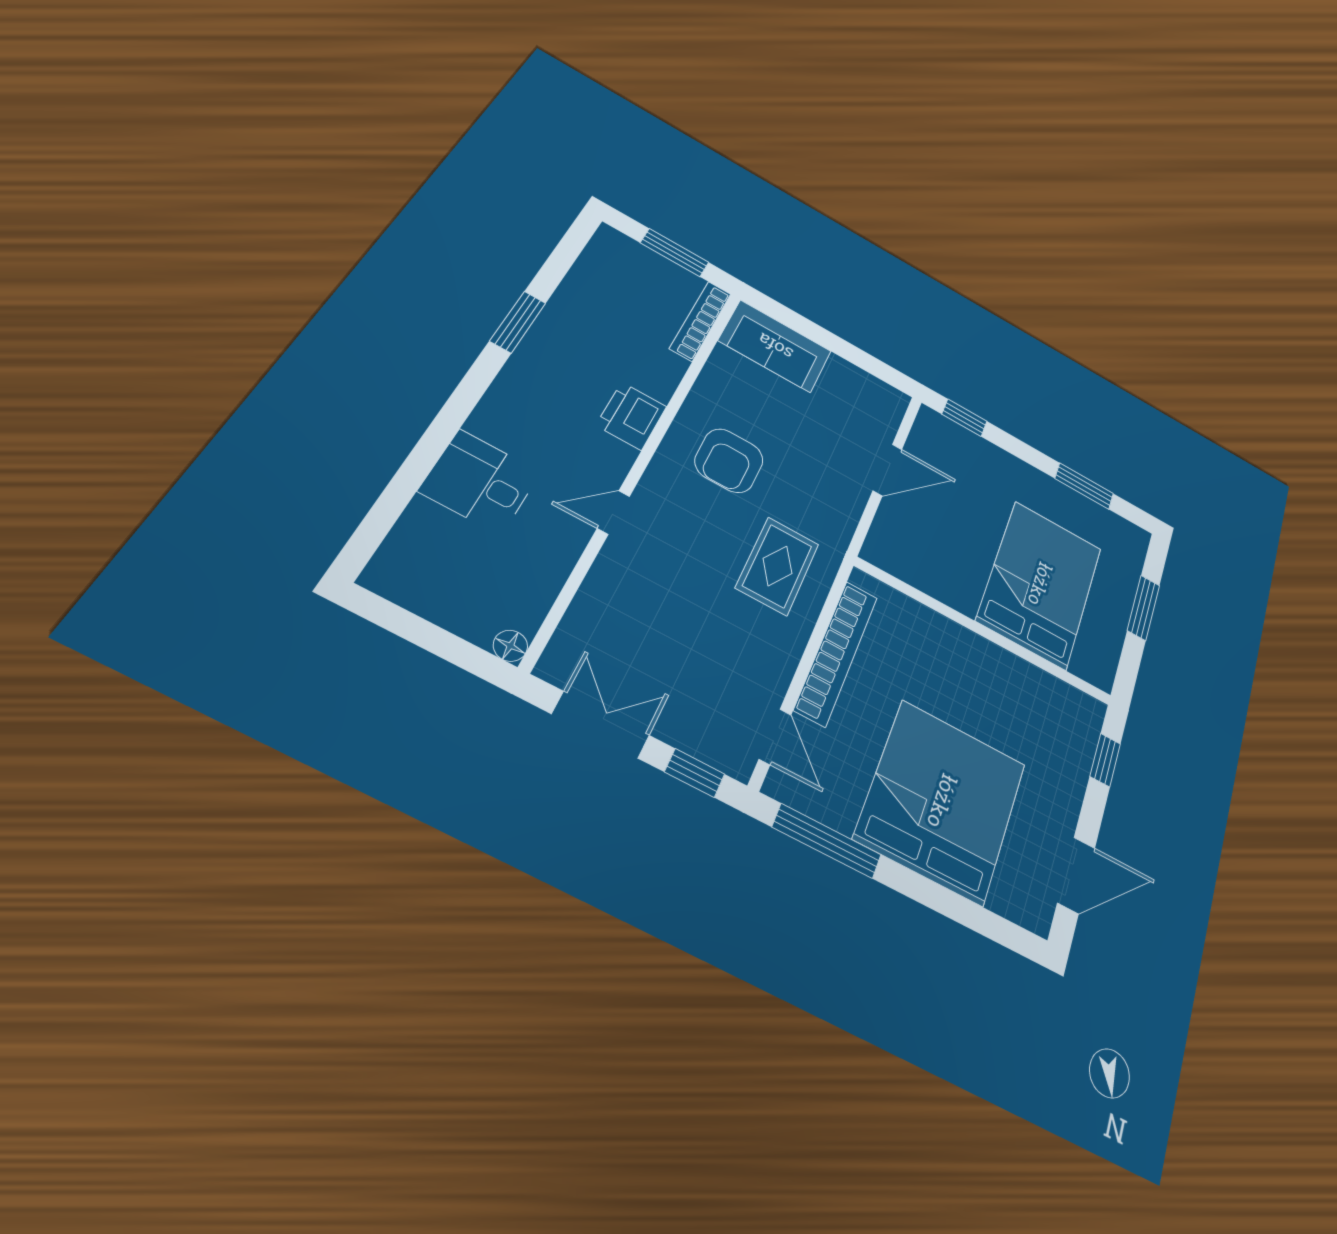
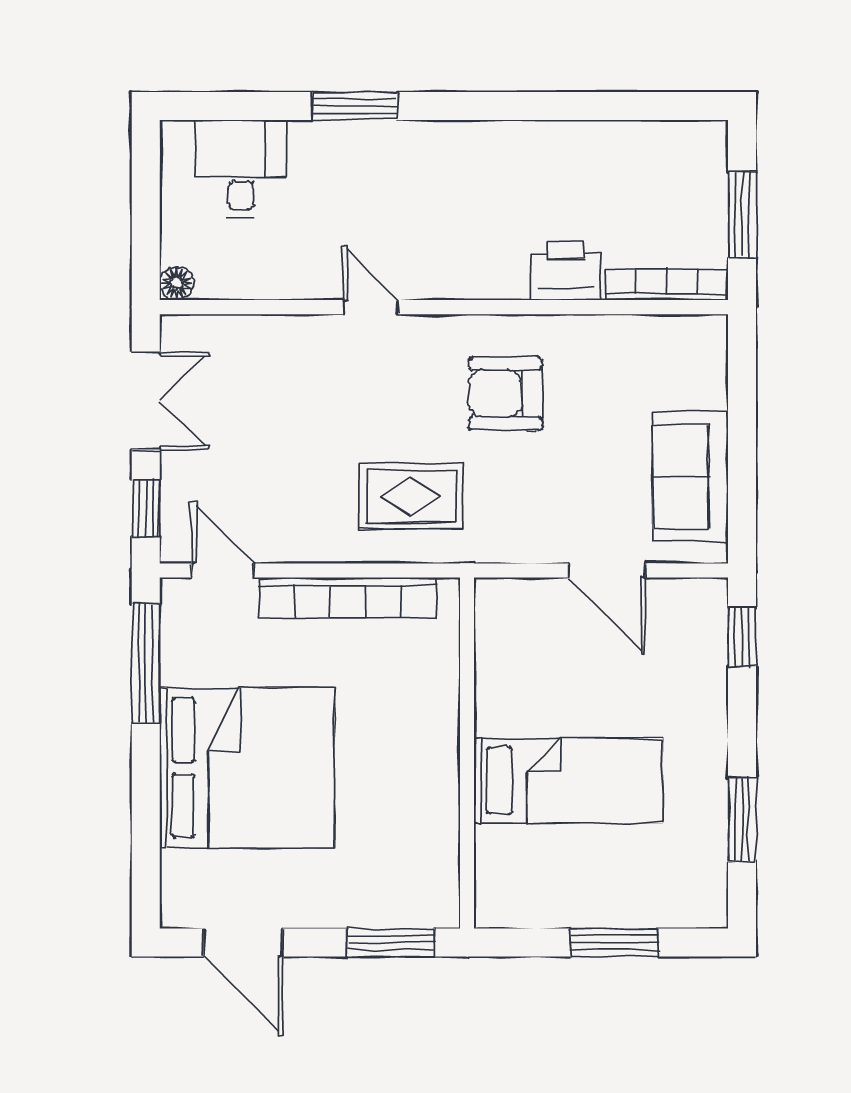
window: (518, 322) -> (355, 106), moved
sofa: (775, 346) -> (690, 477), moved
printer: (631, 416) -> (566, 271), moved
desk: (480, 482) -> (241, 169), moved
bed: (1040, 584) -> (568, 781), width x0.67
door: (775, 737) -> (223, 570), swing flipped
window: (1105, 760) -> (391, 942), width x1.50

